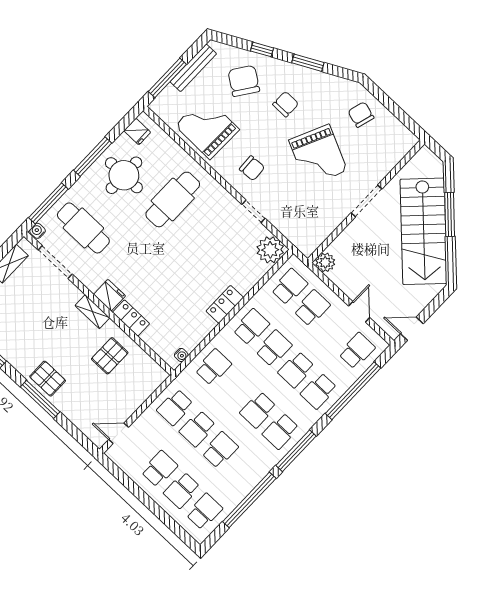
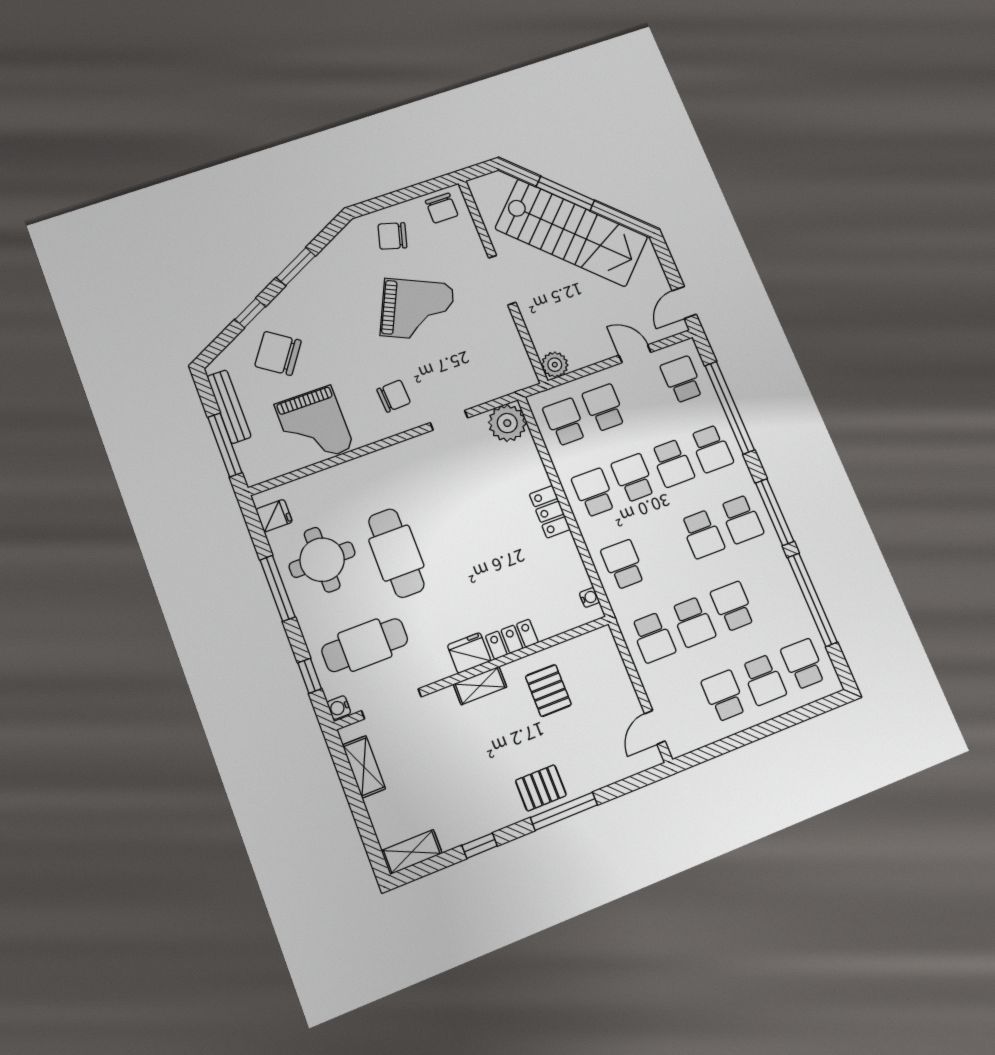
chair: (286, 104) -> (442, 208), moved, turned 180
grand piano: (207, 128) -> (314, 426), turned -91
cafe table: (173, 199) -> (396, 553), moved
window: (48, 203) -> (310, 676), width x0.46

